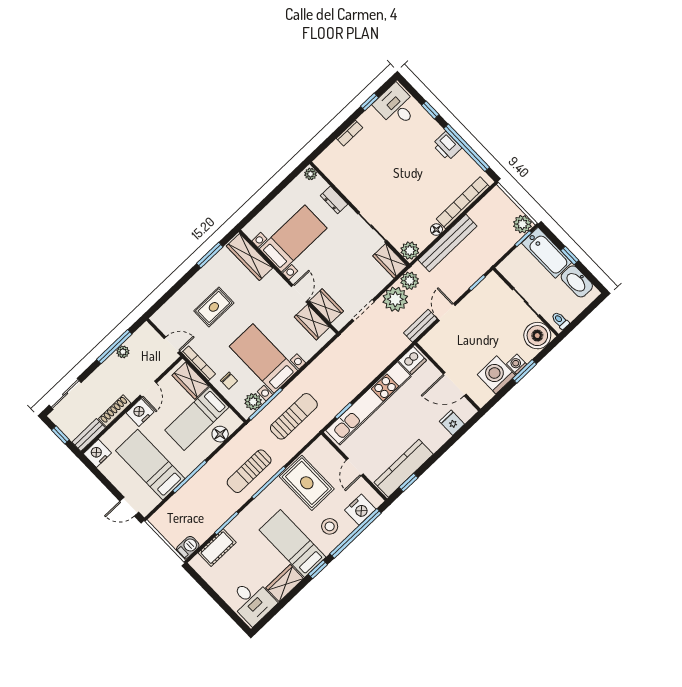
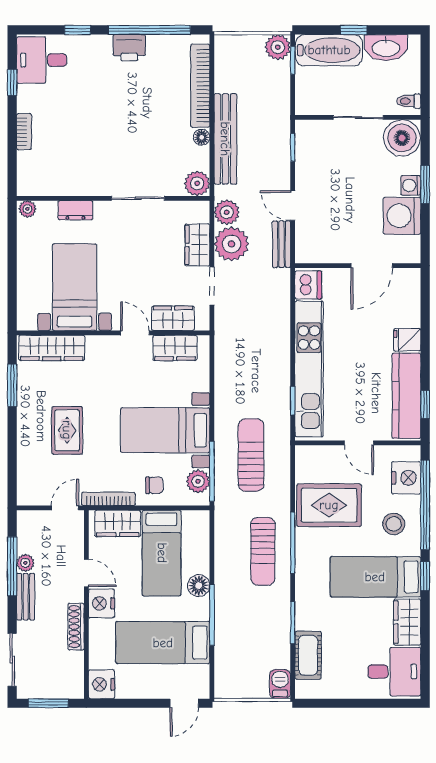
wardrobe: (390, 261) -> (197, 245), moved, turned 90
fridge: (452, 423) -> (407, 340), moved
floor lamp: (220, 434) -> (199, 586), moved
window: (60, 435) -> (48, 703), width x1.50
bench: (89, 435) -> (26, 597), moved

